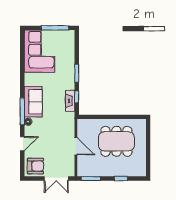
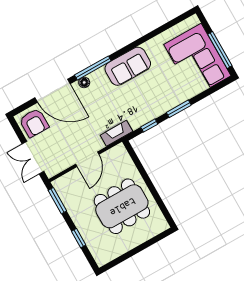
corner sofa: (39, 51) -> (197, 60), moved, turned 90
fireplace: (70, 101) -> (116, 133), moved
sofa: (33, 102) -> (128, 66), moved
dining table: (116, 141) -> (122, 206), turned 90
door: (22, 144) -> (53, 91), width x1.87

